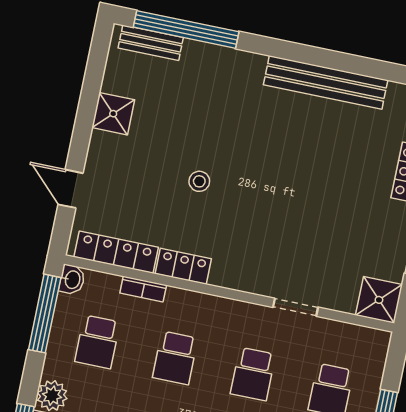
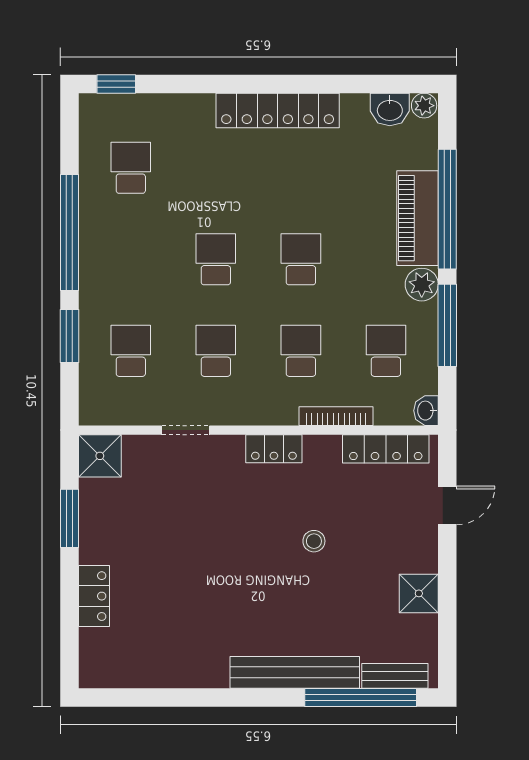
bench: (326, 82) -> (295, 672), moved
door: (71, 189) -> (447, 505), hinge flipped
locker: (183, 266) -> (274, 449), moved
bookcase: (143, 289) -> (336, 416), width x1.56
window: (45, 314) -> (447, 325), moved

